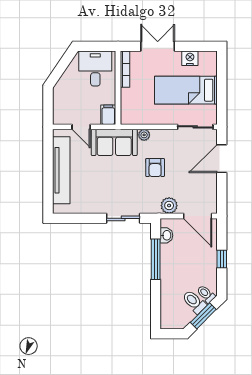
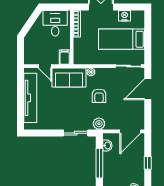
plant: (169, 206) -> (99, 124), moved
door: (198, 216) -> (130, 131), hinge flipped

